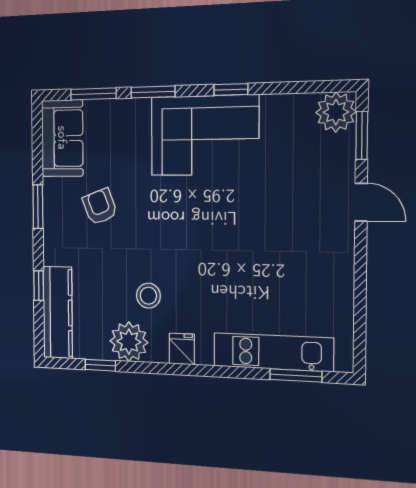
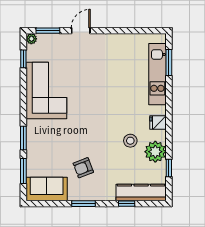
window: (231, 90) -> (23, 59), moved
plant: (336, 112) -> (31, 39), width x0.53, depth x0.53
corner sofa: (204, 135) -> (46, 91), moved

